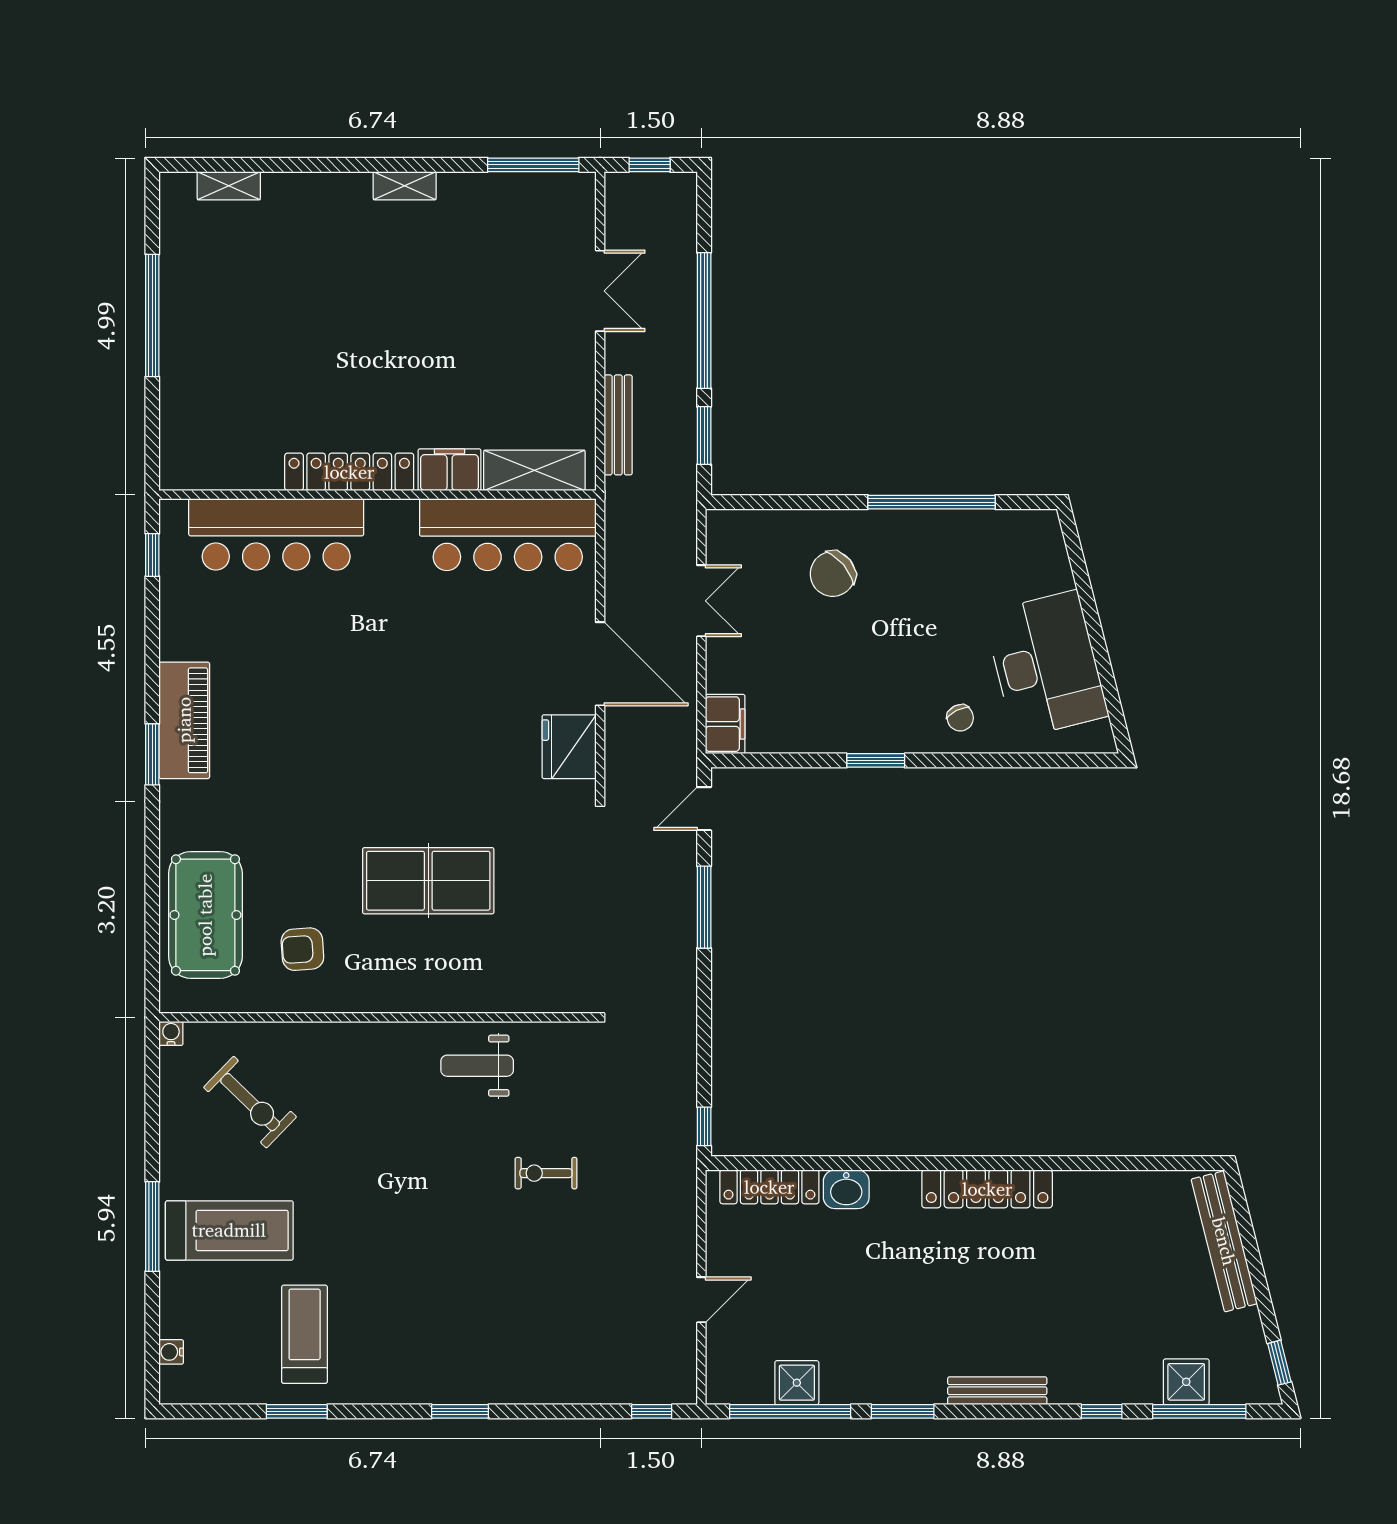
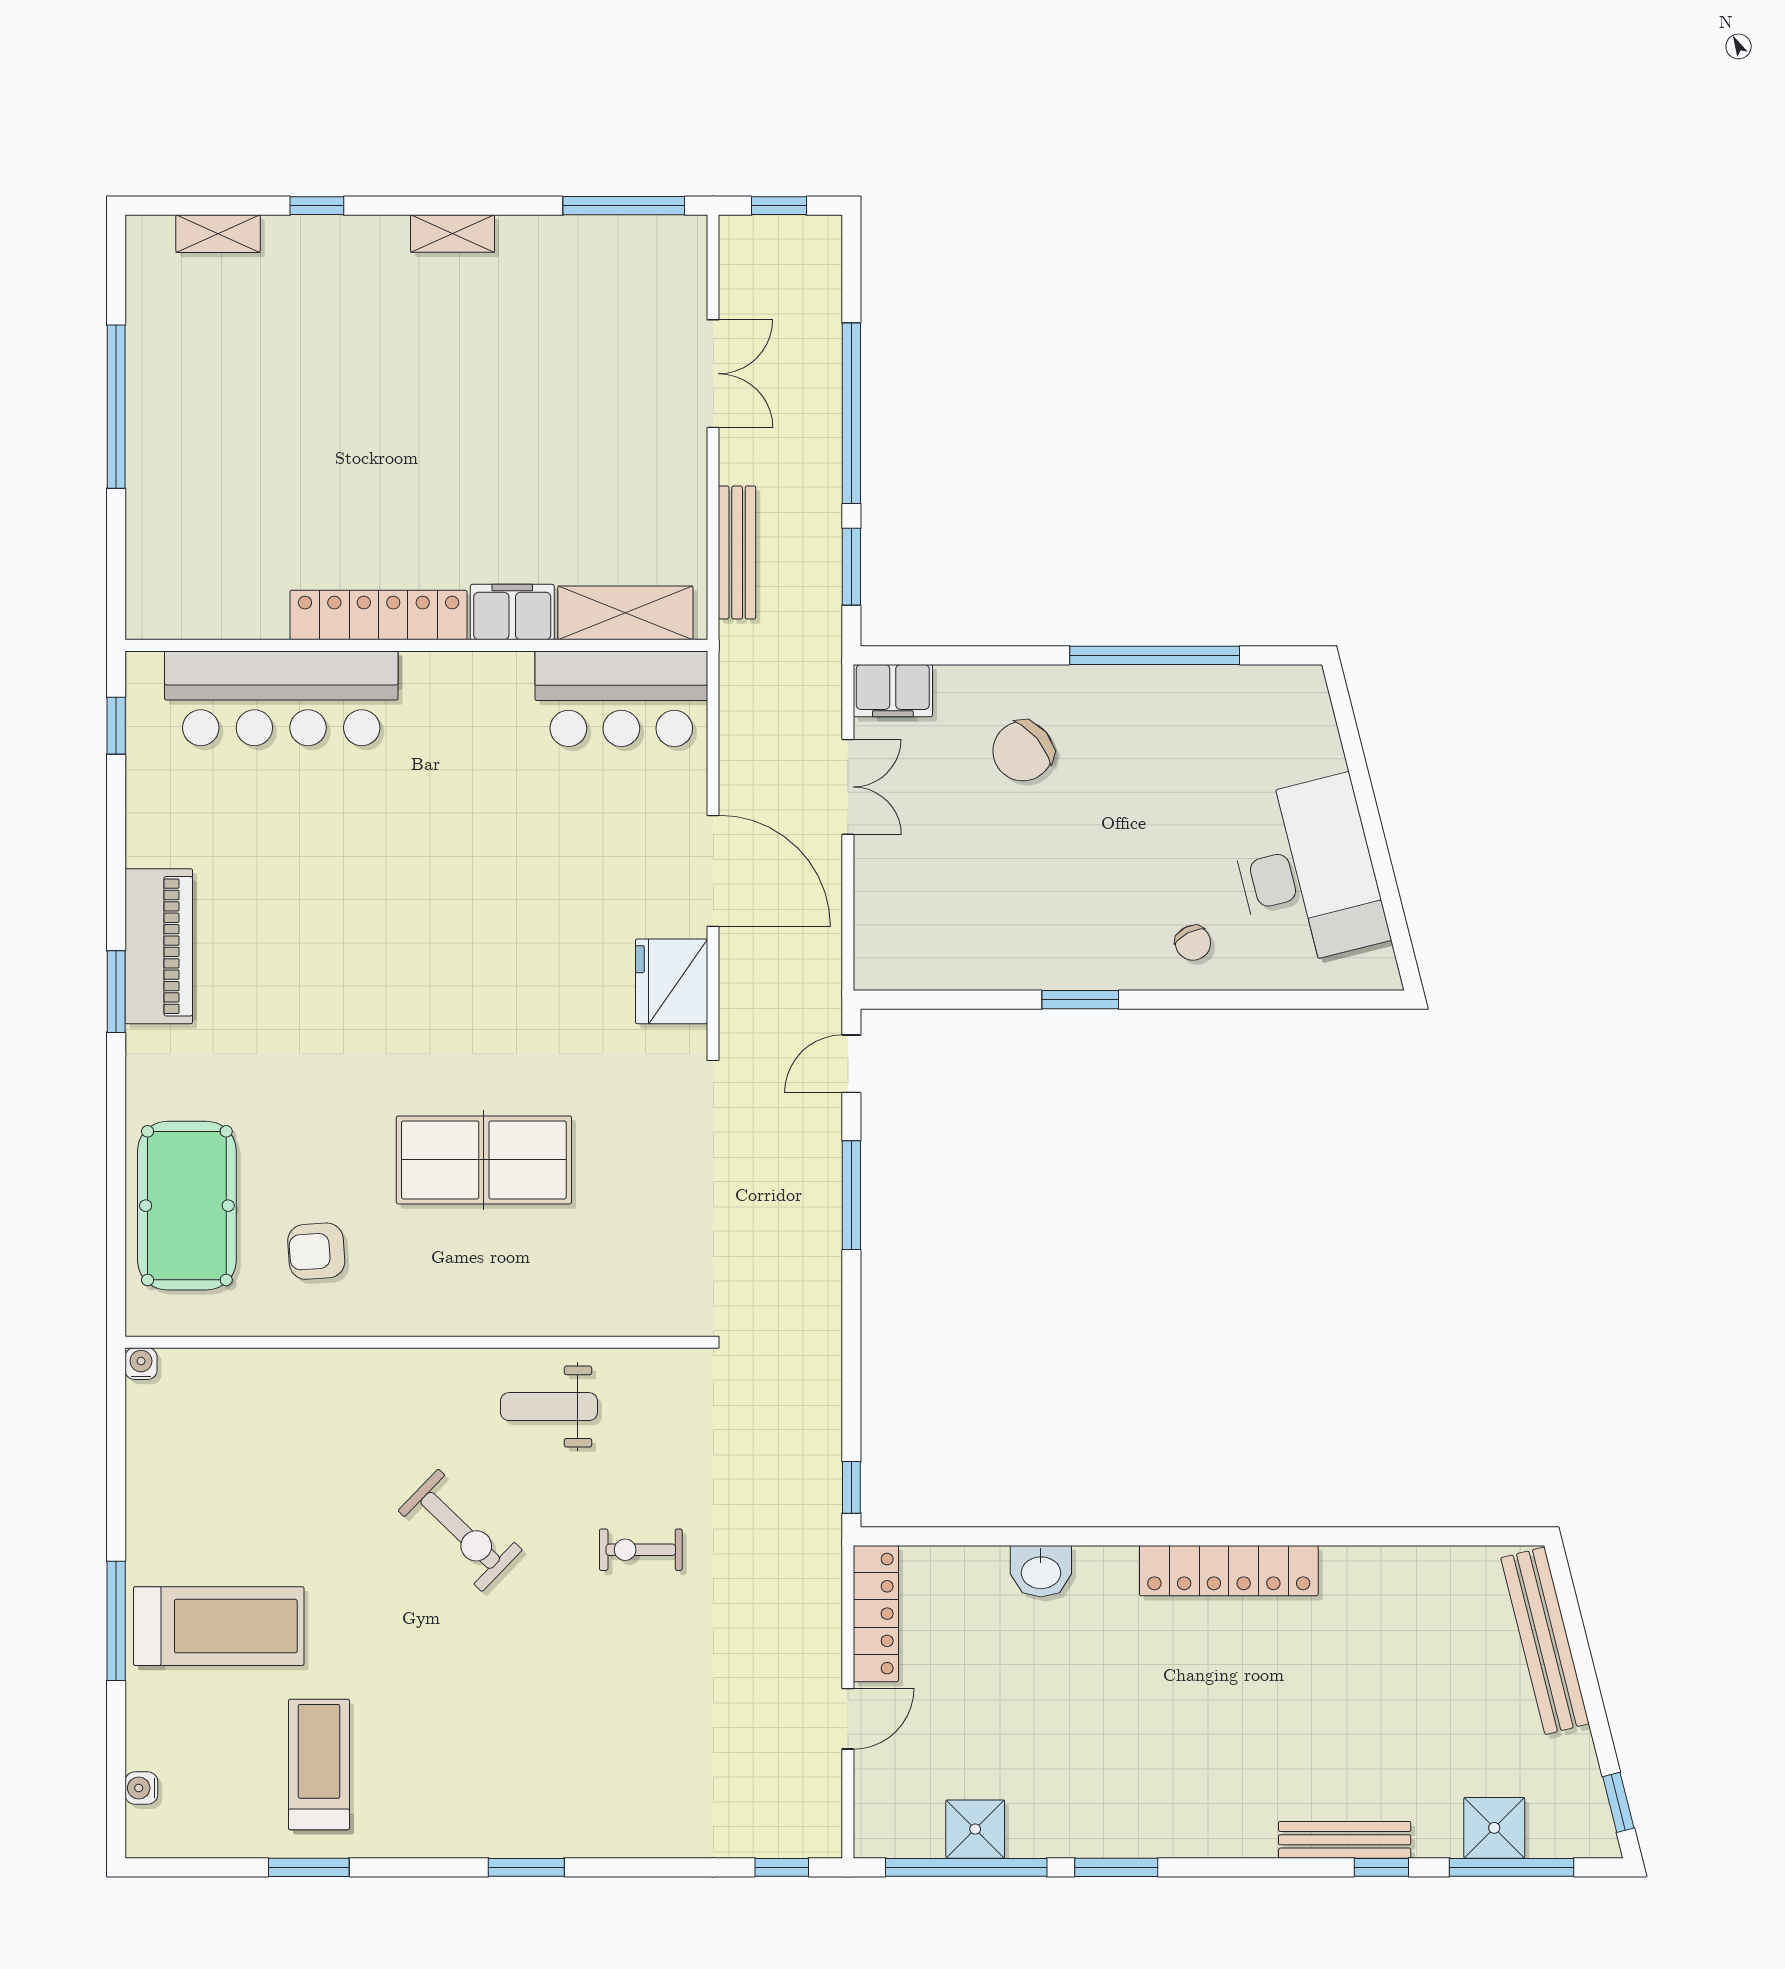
window: (303, 165) -> (317, 206), added
bar counter: (508, 535) -> (621, 699), width x0.73
filing cabinet: (725, 724) -> (893, 691), moved, turned 90
exercise bike: (250, 1102) -> (460, 1530), moved
locker: (769, 1187) -> (876, 1614), moved, turned -90
bench: (997, 1391) -> (1345, 1840), moved

